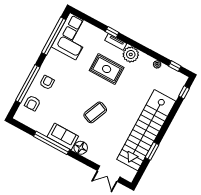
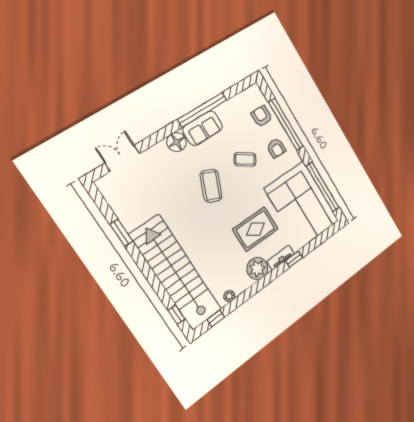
corner sofa: (73, 36) -> (302, 205), width x1.36, depth x1.36
coffee table: (66, 99) -> (245, 159), added
stairs: (146, 130) -> (176, 273), moved

